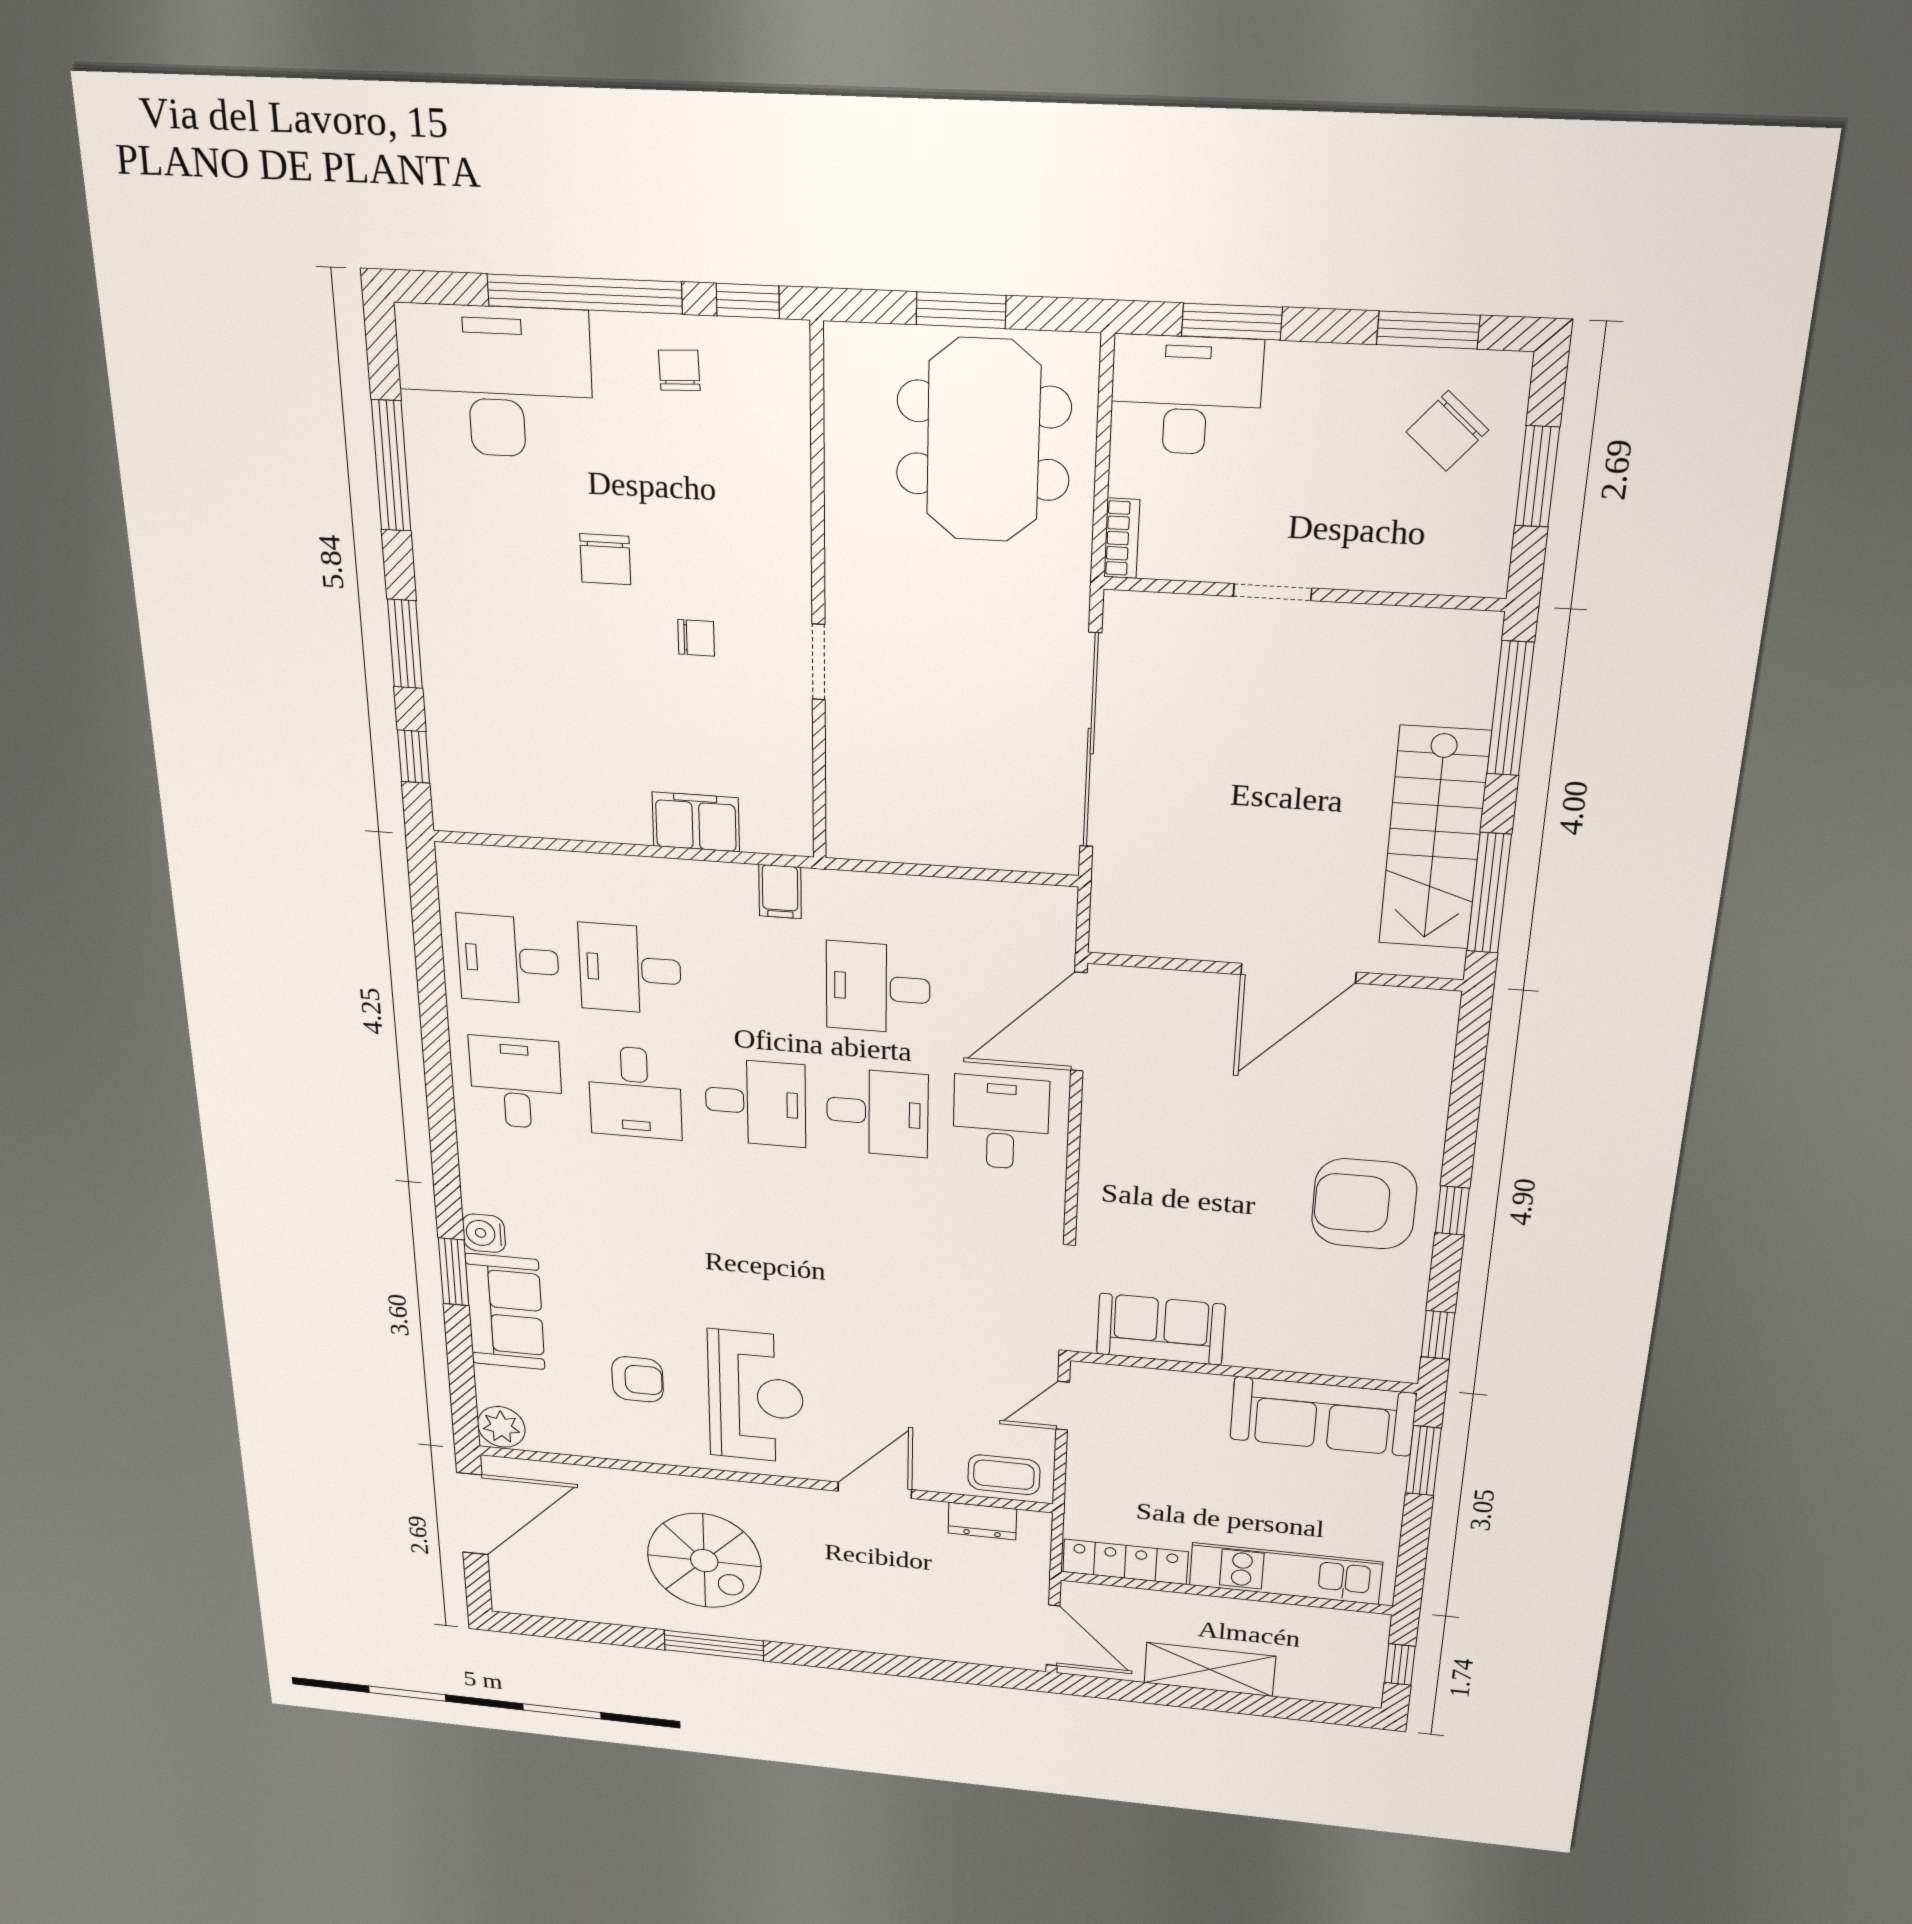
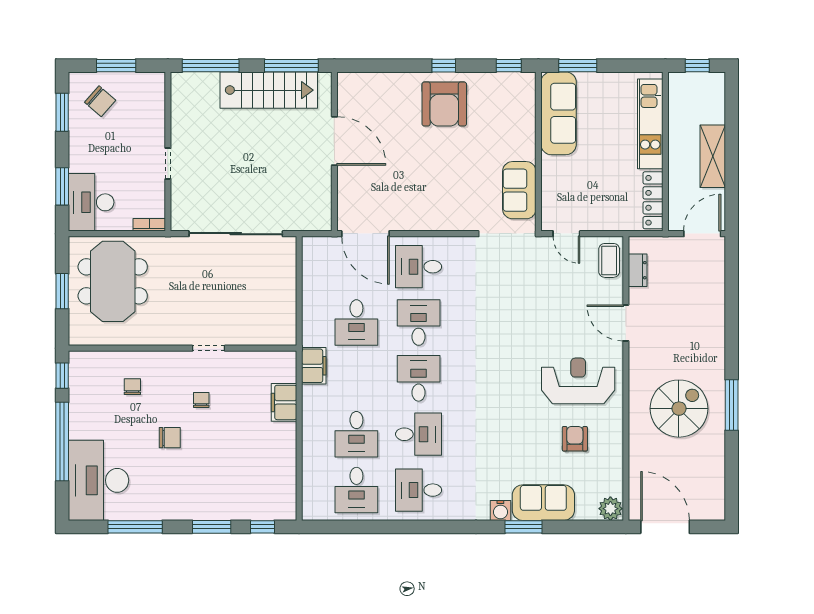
chair: (679, 370) -> (132, 387), moved, turned 92
meeting table: (983, 441) -> (113, 281), turned 90
filing cabinet: (780, 892) -> (314, 366), width x2.00

